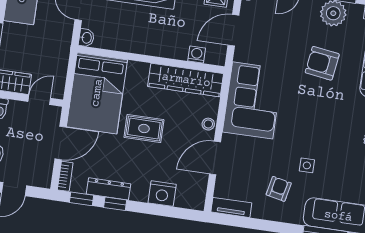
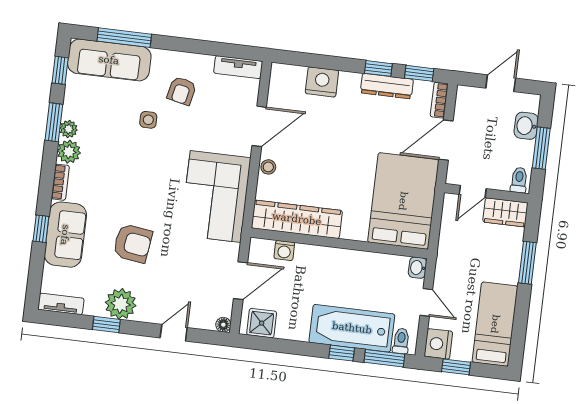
rug: (144, 129) -> (346, 160), removed

